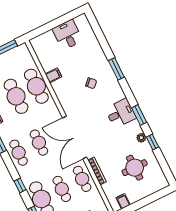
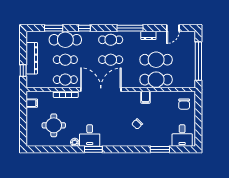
desk: (67, 35) -> (182, 135), moved, turned 90
chair: (47, 45) -> (184, 104), added
window: (116, 69) -> (160, 149), moved
filing cabinet: (53, 75) -> (145, 97), moved
desk: (121, 113) -> (90, 135), moved
window: (152, 142) -> (67, 149), removed

